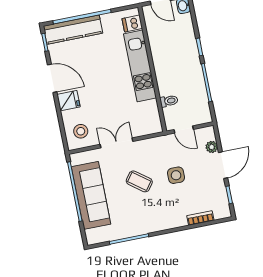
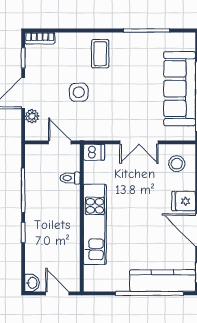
dishwasher: (132, 23) -> (94, 152), moved
coffee table: (139, 181) -> (100, 54), moved, turned 53
bookcase: (200, 218) -> (40, 38), moved

